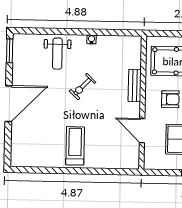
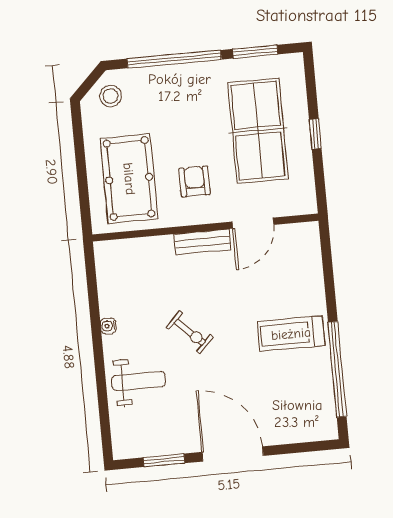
window: (10, 51) -> (164, 460), moved
bench: (135, 86) -> (203, 242), moved
window: (51, 170) -> (337, 369), added

